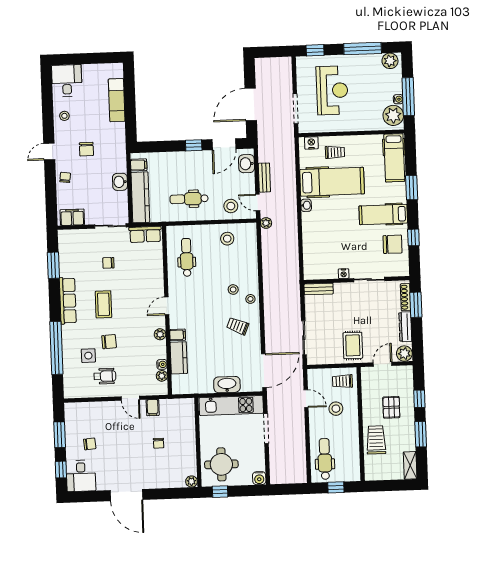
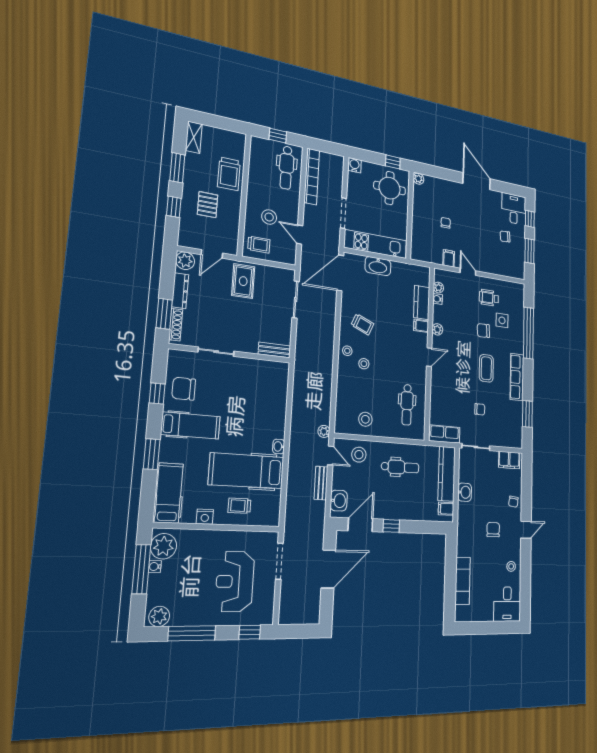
nightstand: (311, 143) -> (205, 517), moved
nightstand: (344, 274) -> (245, 363), removed
bookcase: (300, 456) -> (312, 176), added

